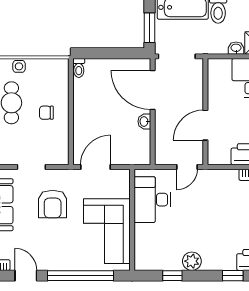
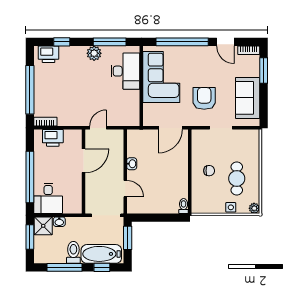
door: (153, 90) -> (125, 189), width x0.53
desk: (152, 200) -> (125, 71), moved
window: (172, 276) -> (110, 42), width x2.17

